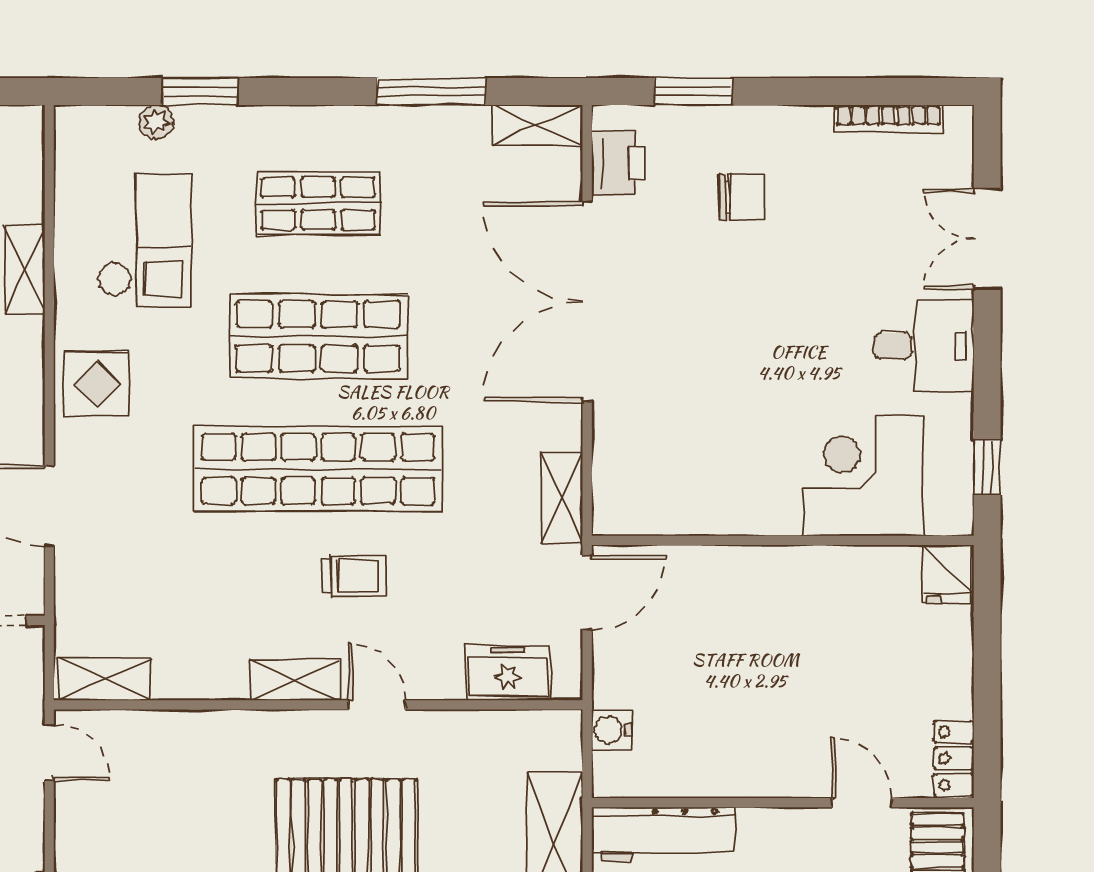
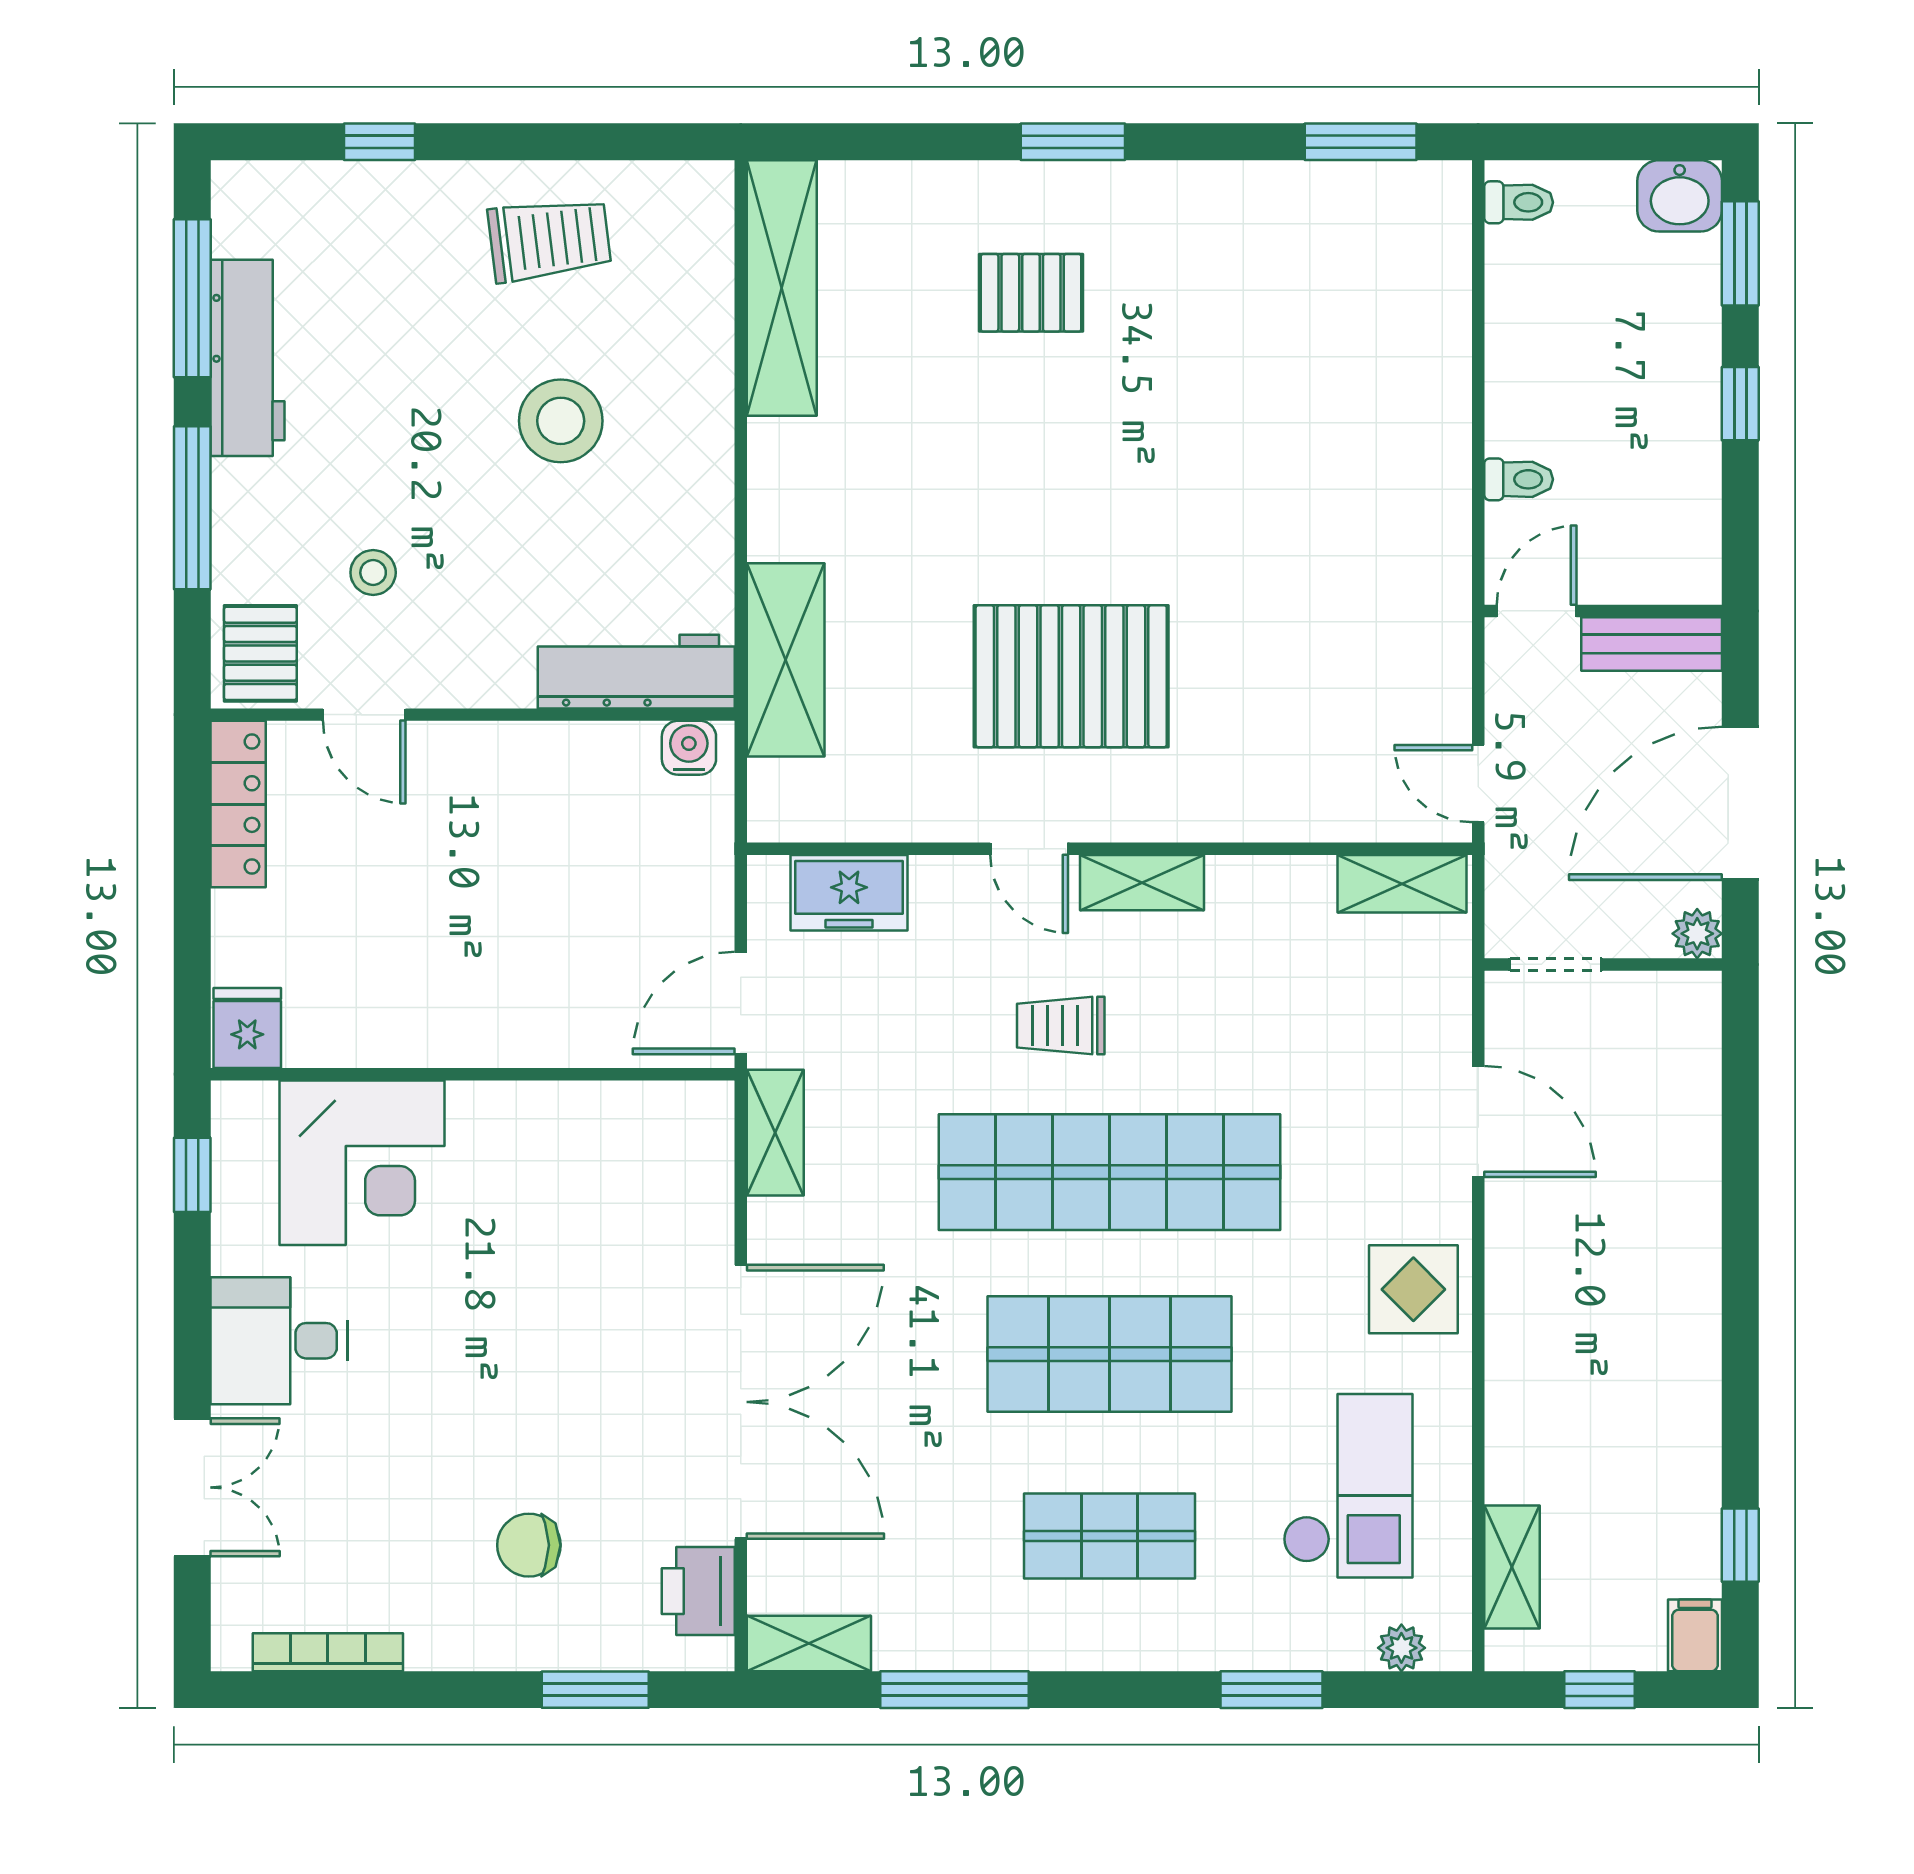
plant: (156, 122) -> (1401, 1648), moved
checkout: (144, 240) -> (1348, 1486), turned 180
shelving: (25, 269) -> (1512, 1567), moved
water cooler: (611, 730) -> (689, 748), moved, turned -90
locker: (954, 758) -> (238, 804), width x1.53

